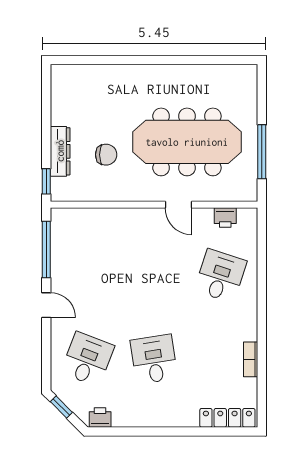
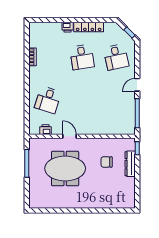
meeting table: (187, 142) -> (65, 168), width x0.73
door: (46, 305) -> (137, 85), hinge flipped
desk: (87, 359) -> (116, 57), turned -33
printer: (100, 418) -> (68, 27), moved
locker: (227, 418) -> (89, 27), moved

